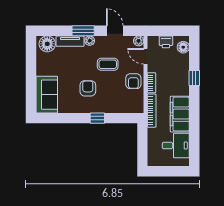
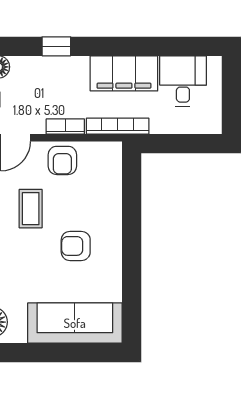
armchair: (133, 81) -> (62, 160), turned 90
sofa: (47, 95) -> (75, 323), width x1.36
window: (97, 118) -> (132, 228), removed

